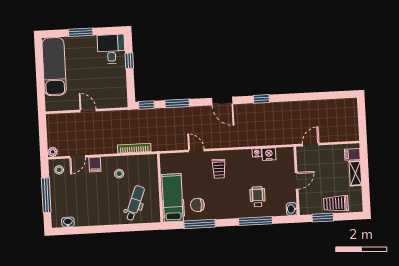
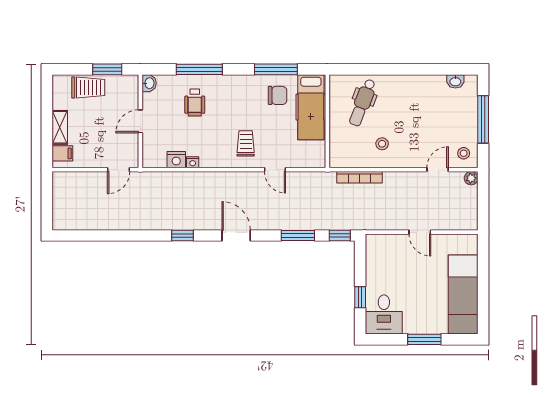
filing cabinet: (95, 165) -> (414, 158), removed

